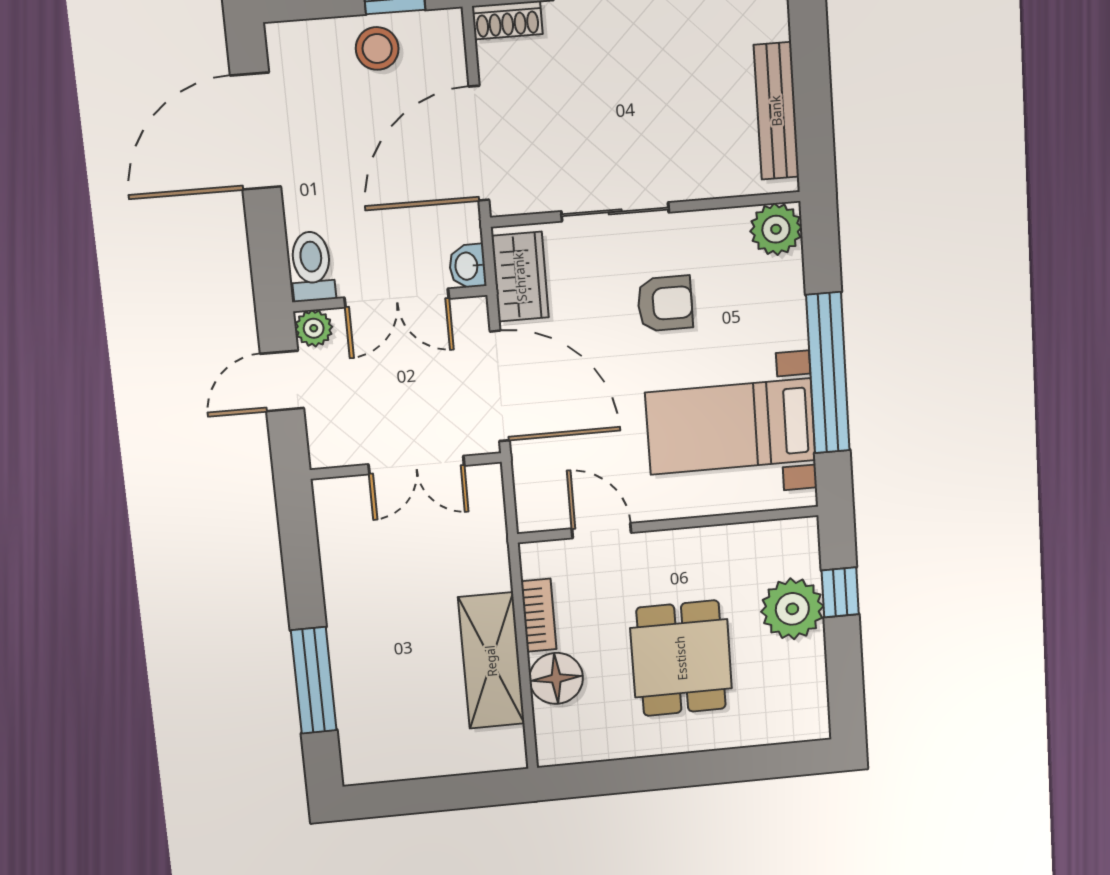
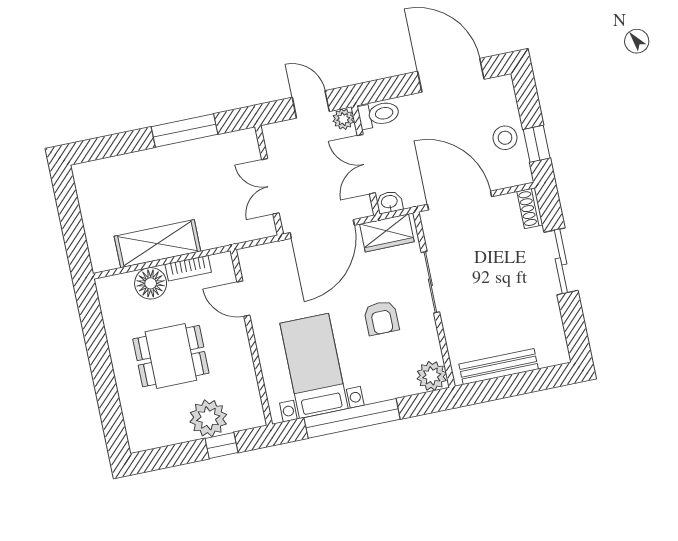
door: (601, 531) -> (243, 299), swing flipped
window: (314, 680) -> (184, 131), moved

